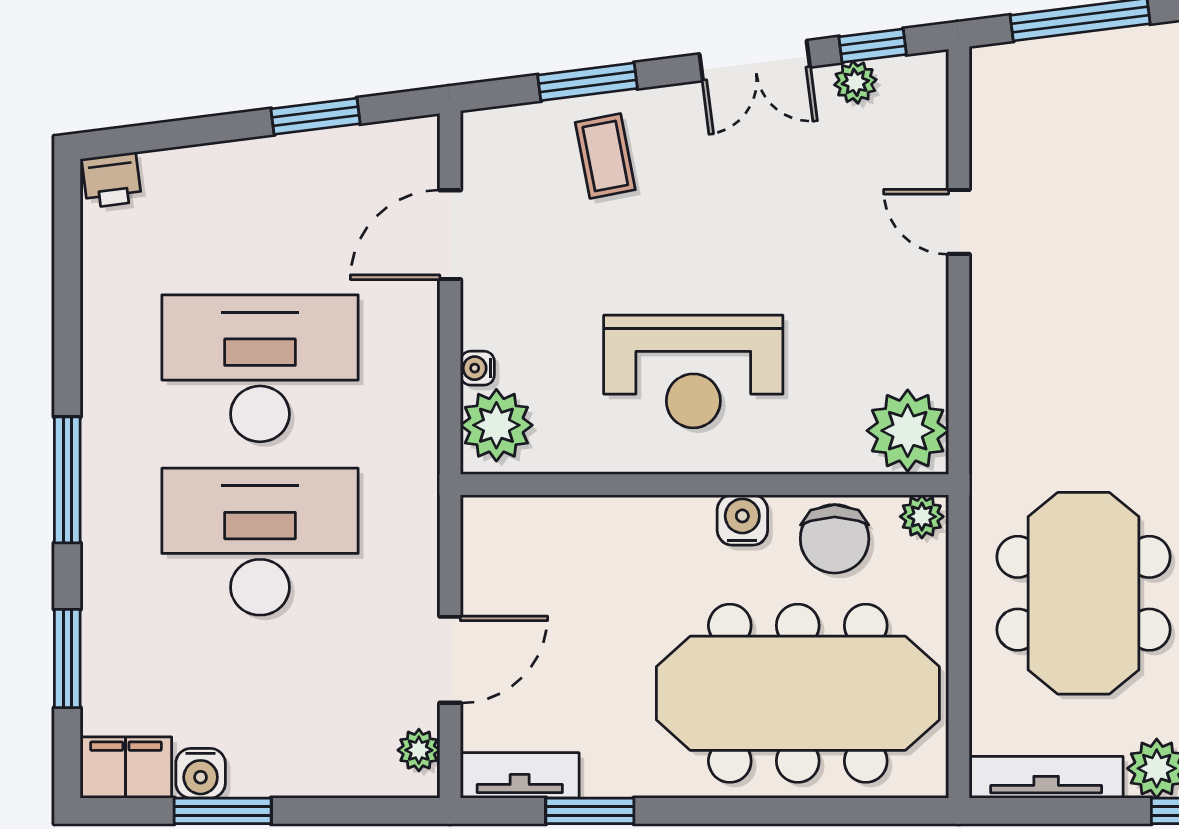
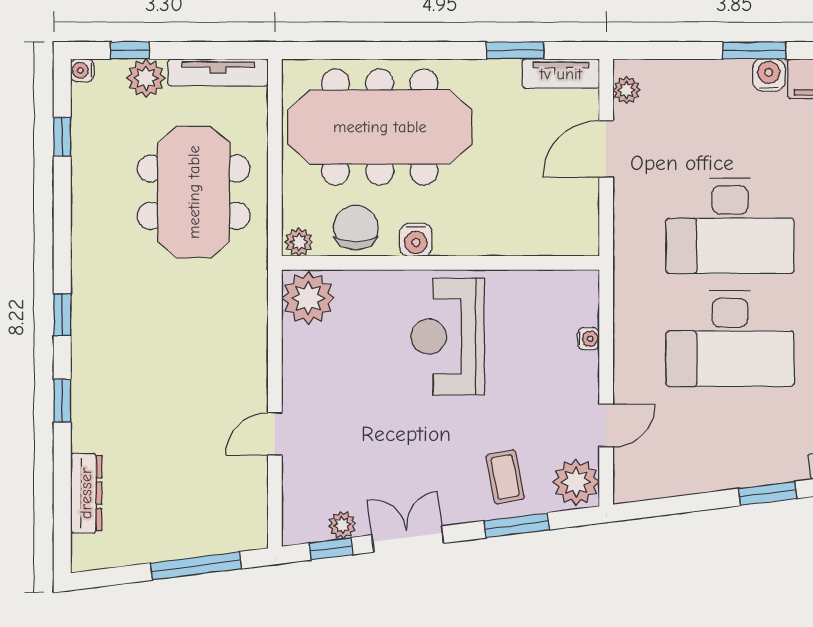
window: (316, 116) -> (768, 493), moved
door: (959, 222) -> (275, 434), swing flipped
door: (450, 235) -> (606, 426), width x0.73
reception desk: (693, 372) -> (448, 337), turned -90
plant: (496, 425) -> (576, 482), moved

